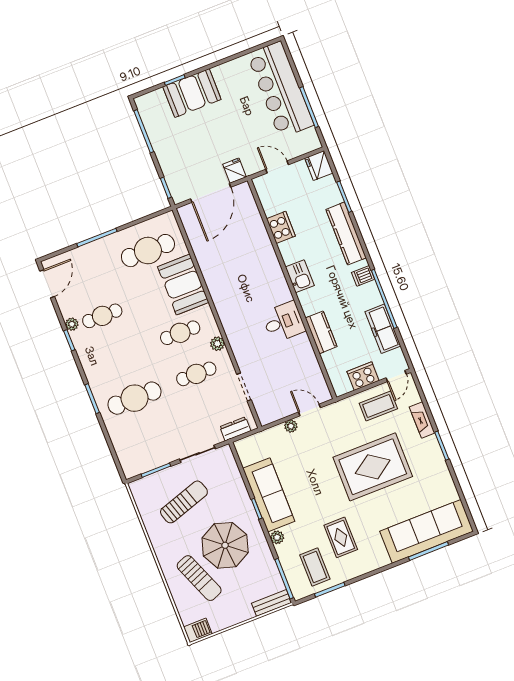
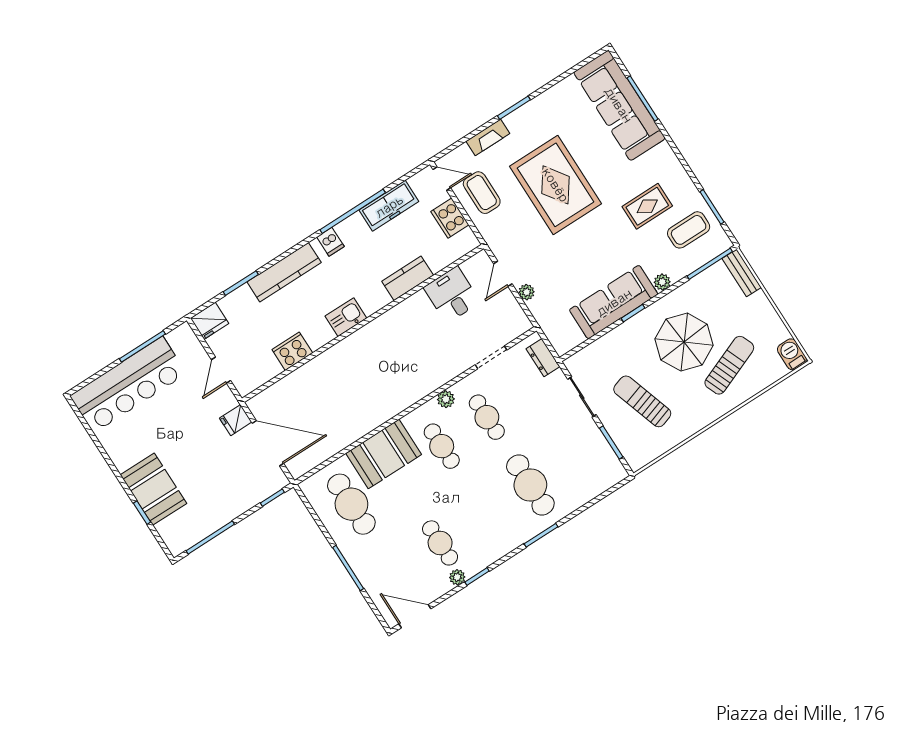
desk: (284, 322) -> (452, 295), moved

